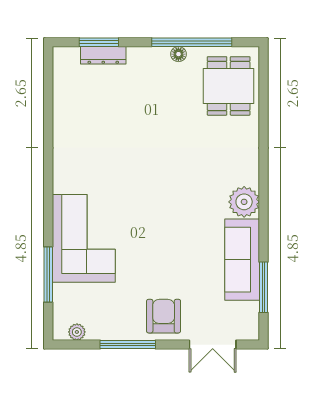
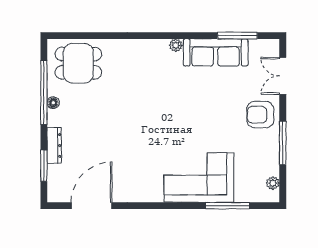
dresser: (103, 55) -> (54, 146), moved
door: (48, 103) -> (92, 206), added
plant: (244, 202) -> (176, 45), width x0.53, depth x0.53
double door: (213, 345) -> (283, 76), swing flipped

